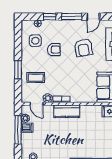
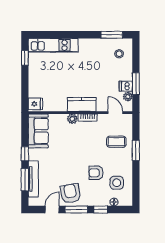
armchair: (83, 48) -> (71, 193), moved
plant: (48, 98) -> (72, 119), moved
window: (18, 130) -> (136, 84), width x0.69

